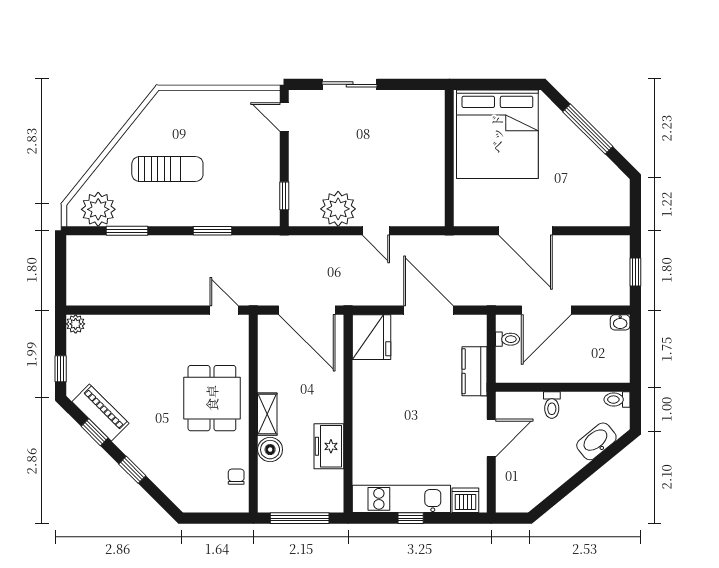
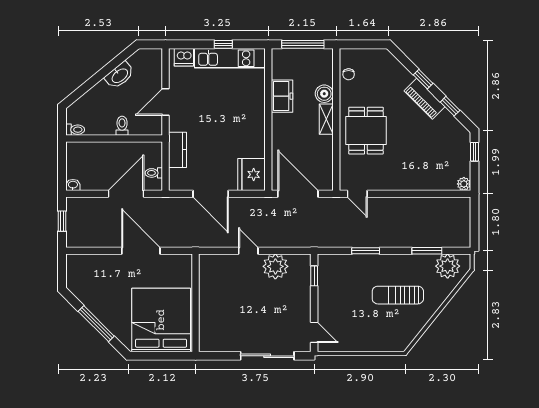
sliding door: (350, 84) -> (267, 356), width x1.37
piano: (100, 412) -> (425, 99), moved
washbasin: (596, 441) -> (120, 75), moved

